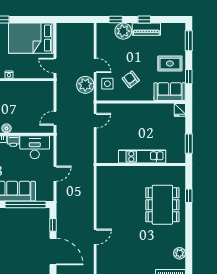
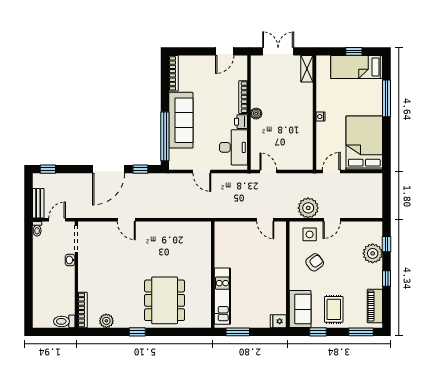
piano: (146, 29) -> (375, 306), moved
kitchen unit: (142, 156) -> (222, 296), moved
window: (189, 196) -> (137, 332), moved
dining table: (162, 205) -> (165, 300), turned 90

